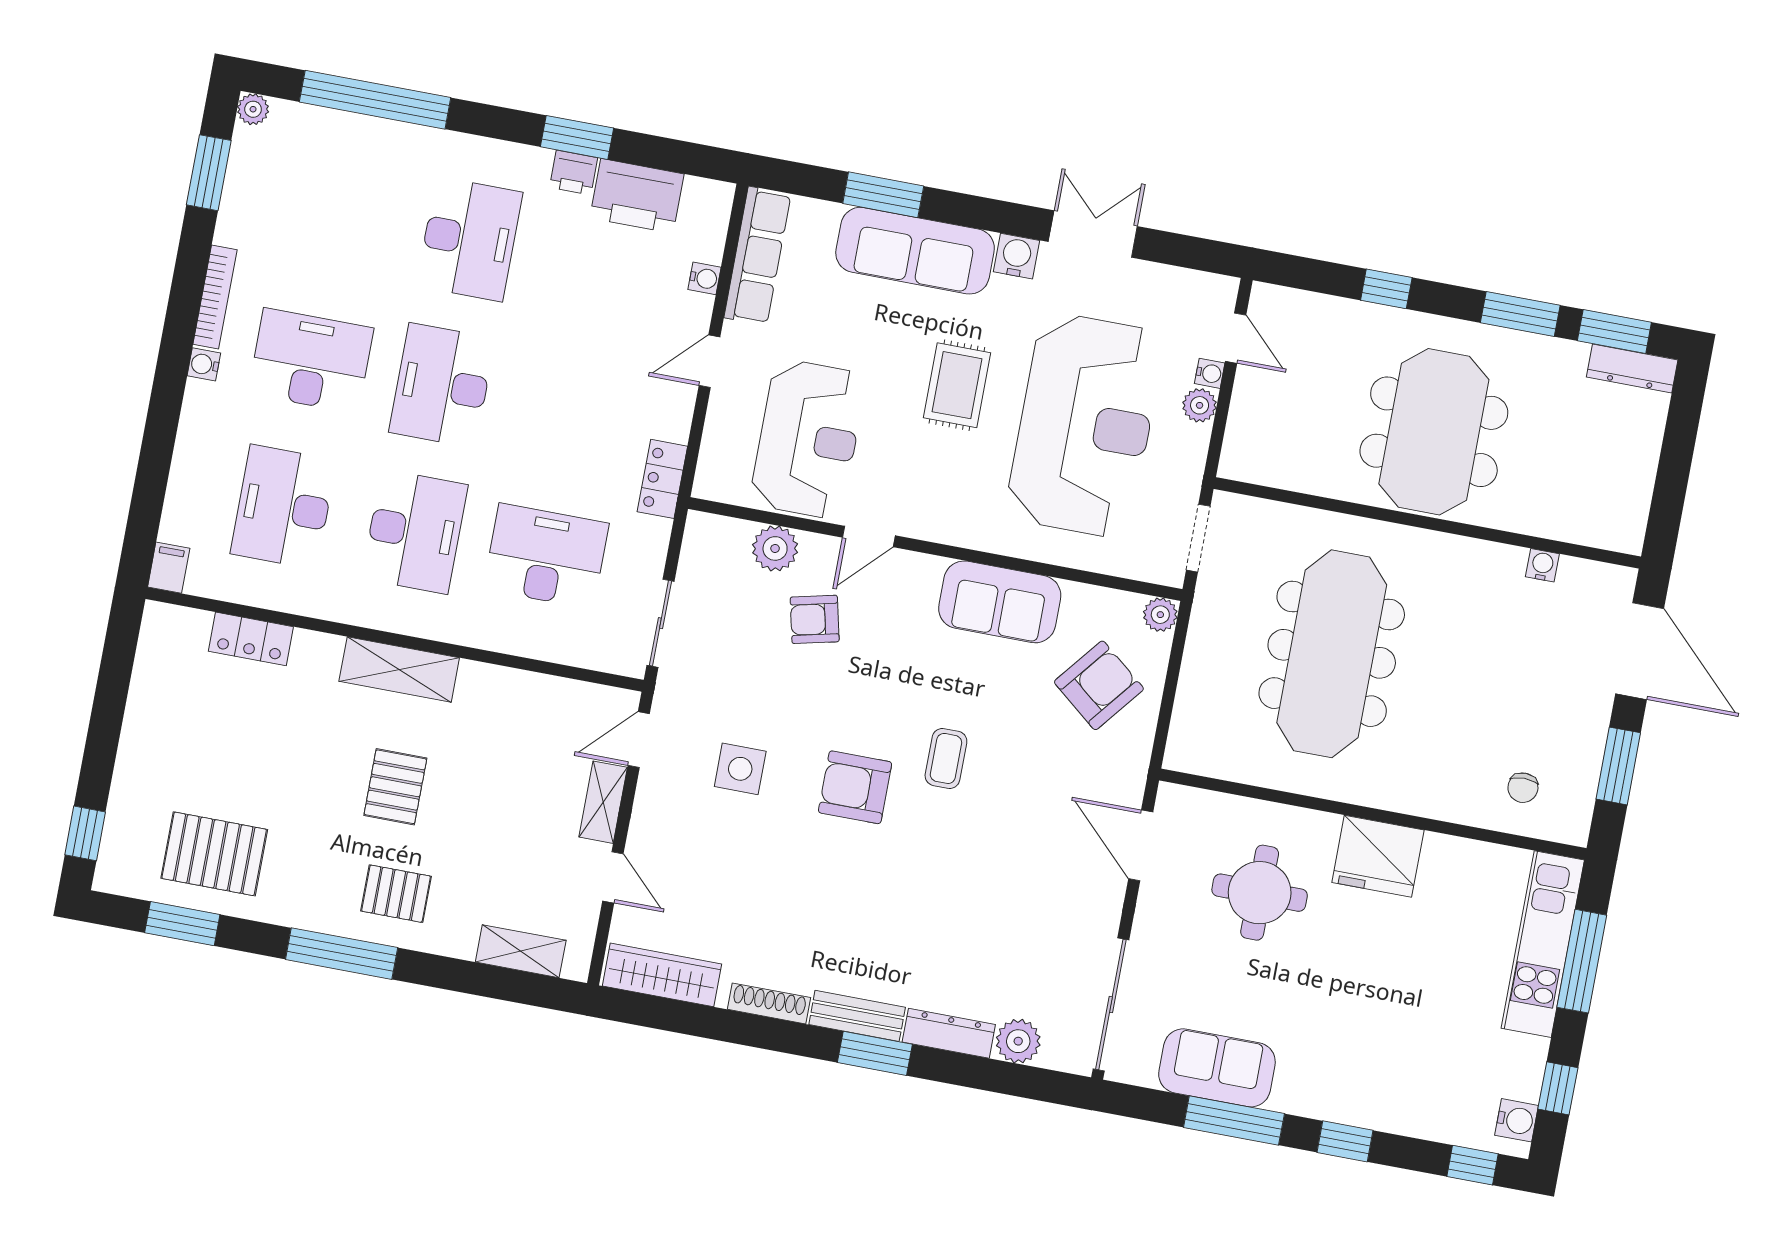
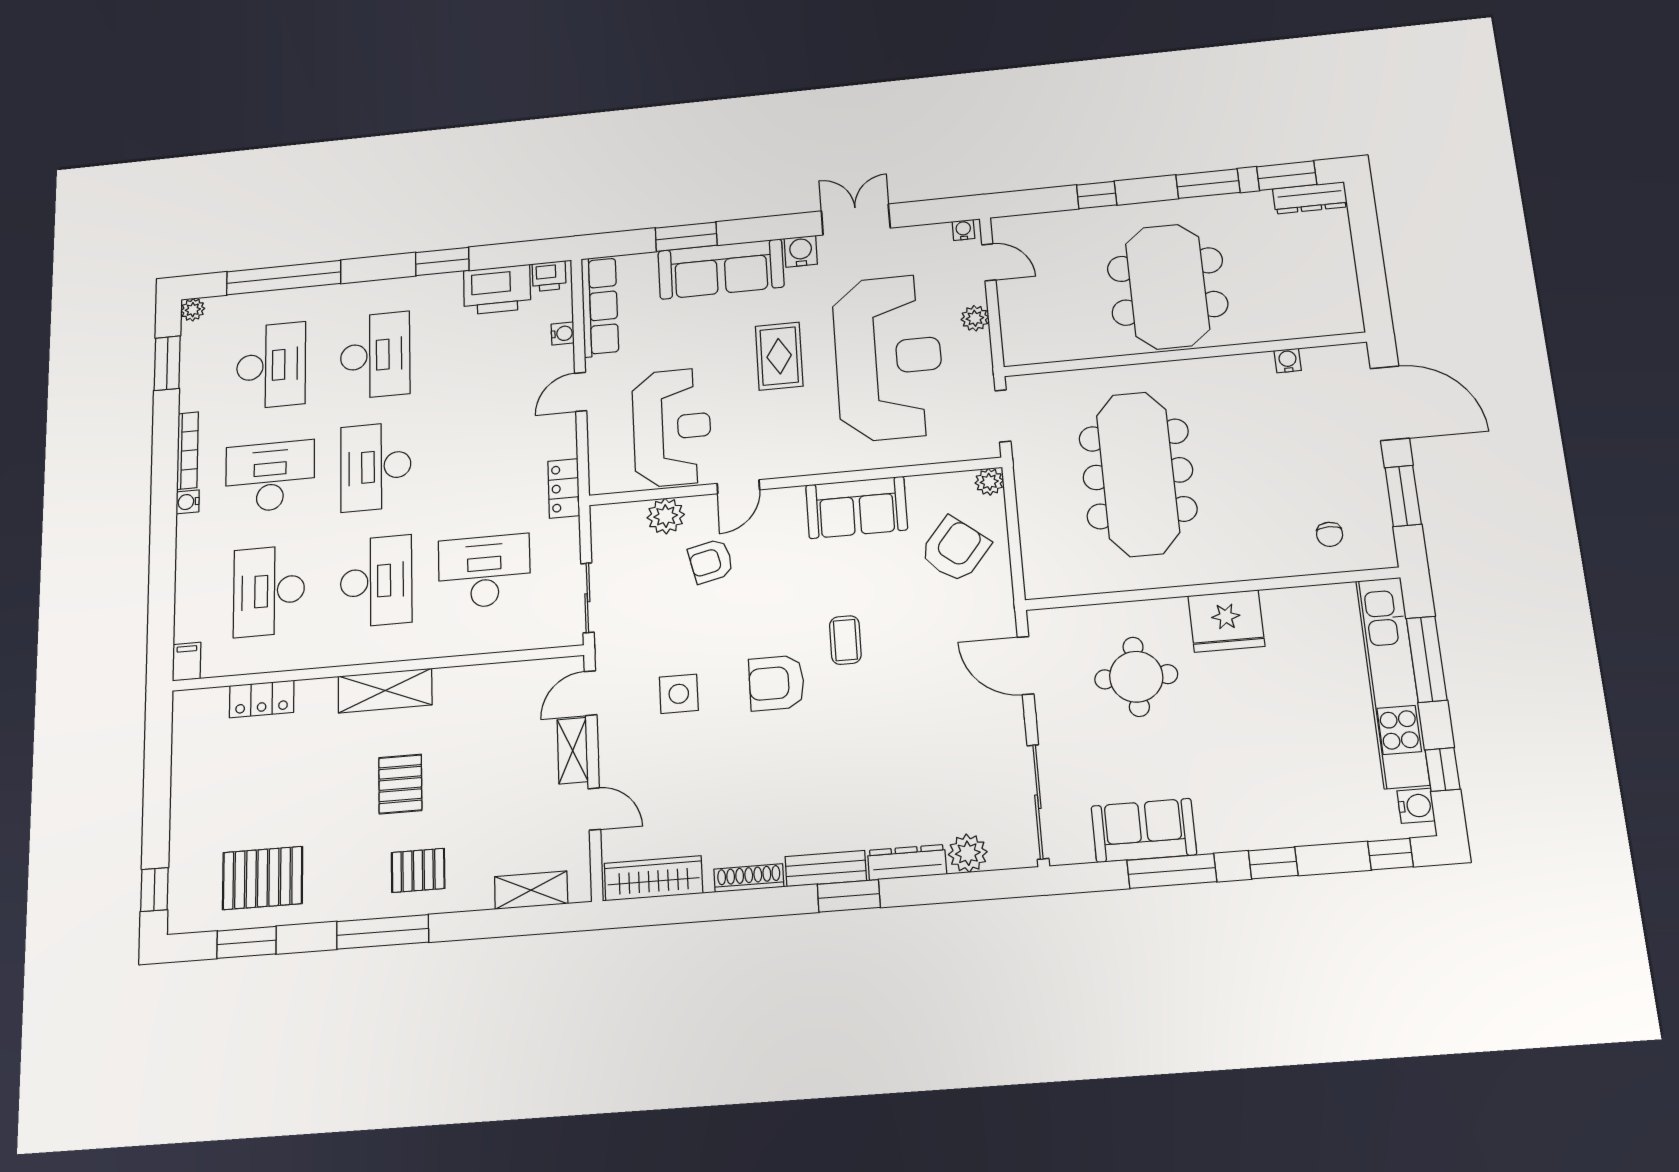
printer: (574, 173) -> (549, 276), moved
desk: (338, 215) -> (271, 366), added
water cooler: (1210, 373) -> (963, 230), moved, turned -90
kitchen unit: (1543, 944) -> (1393, 682), width x1.36

